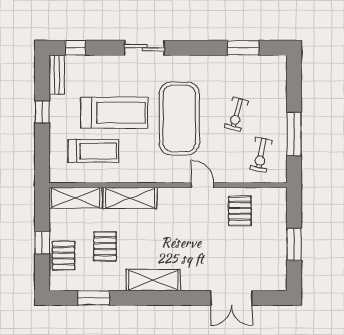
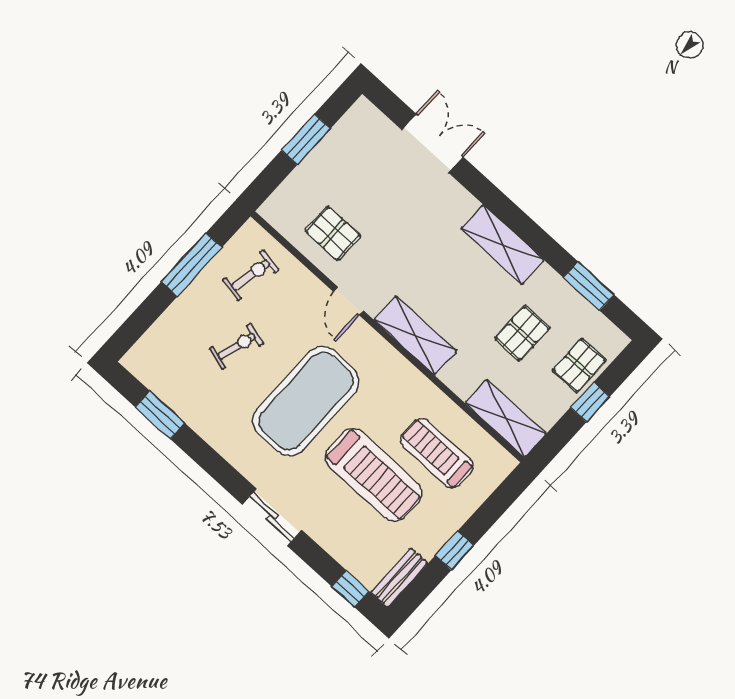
treadmill: (114, 113) -> (373, 475), turned 180
shelving: (130, 198) -> (415, 335), moved
pallet: (240, 211) -> (333, 233), turned 90

